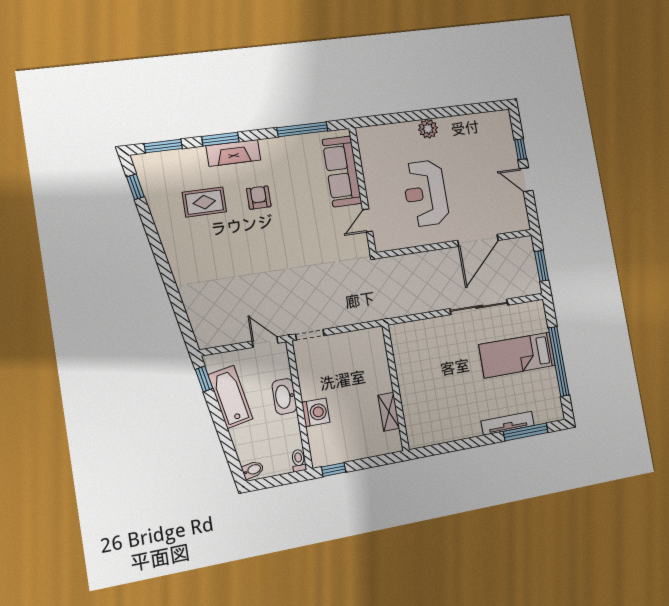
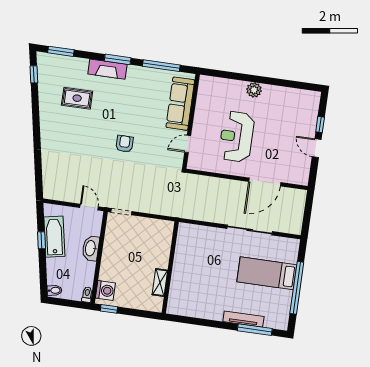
window: (220, 139) -> (118, 59), moved
armchair: (259, 198) -> (125, 144), moved
window: (542, 266) -> (307, 215), removed
window: (204, 379) -> (41, 240), moved
washing machine: (316, 412) -> (105, 291), moved

